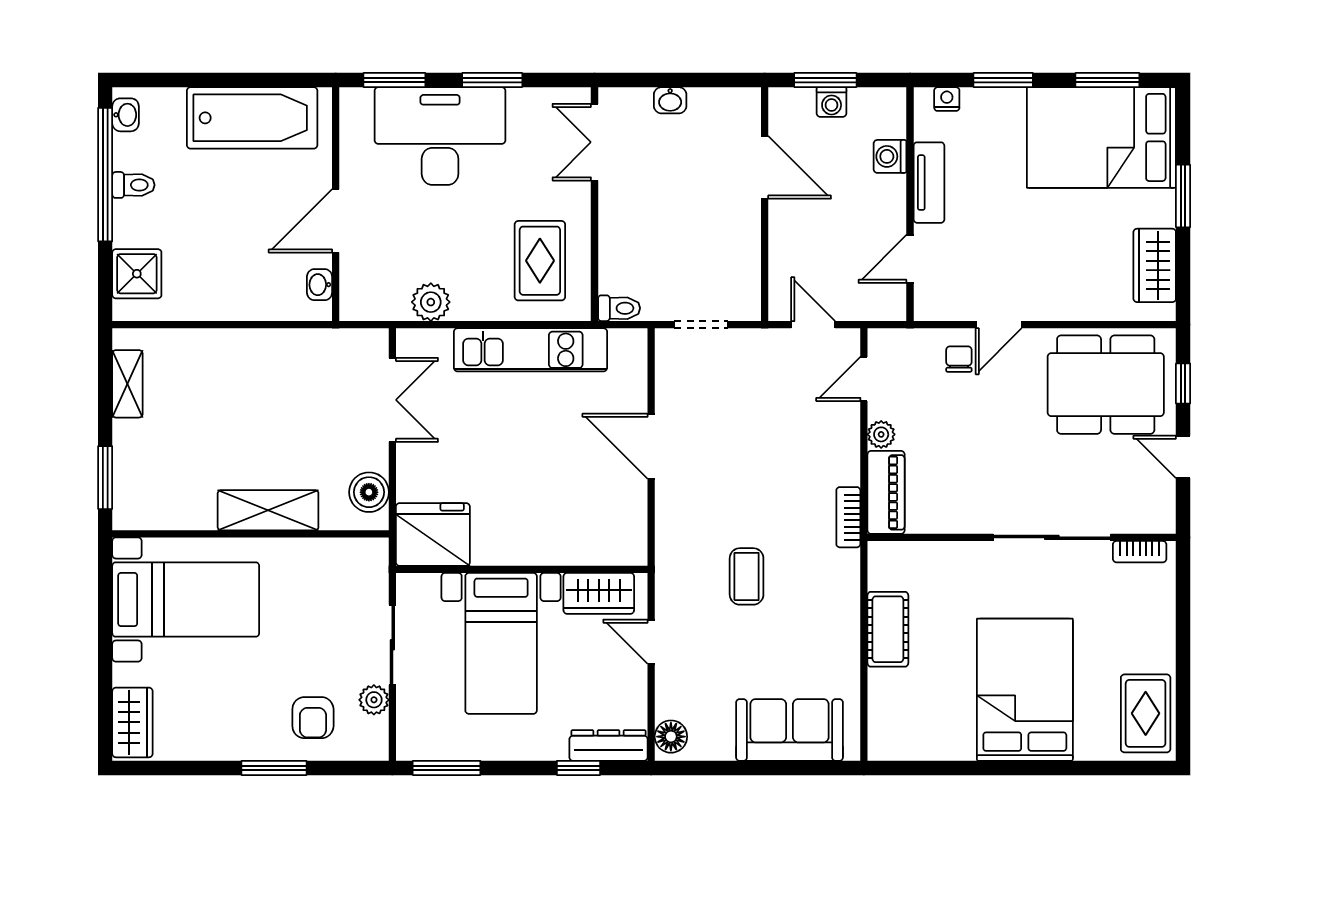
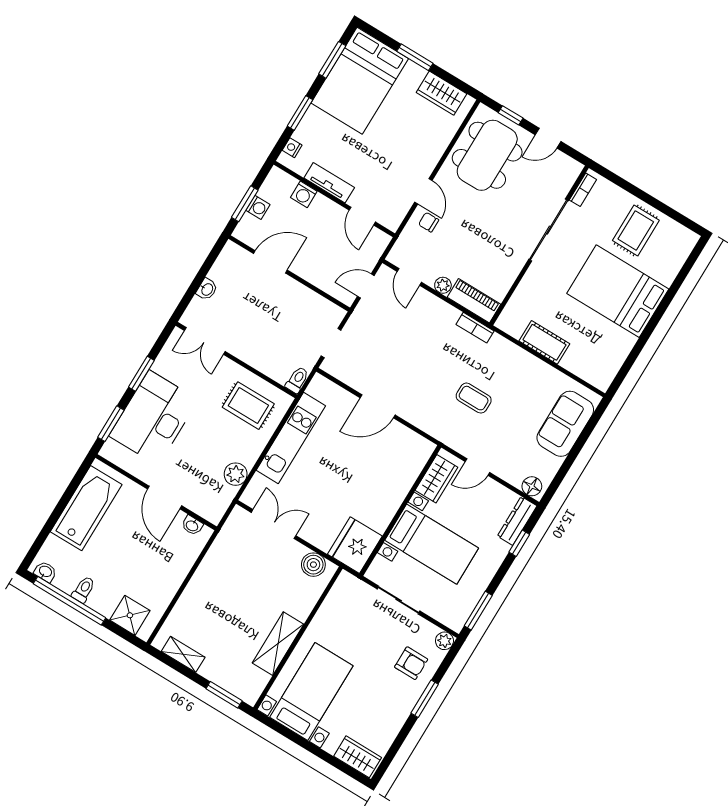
shelving: (268, 510) -> (278, 644), moved
plant: (374, 700) -> (444, 641), moved
rug: (1146, 713) -> (636, 230), moved, turned 90

